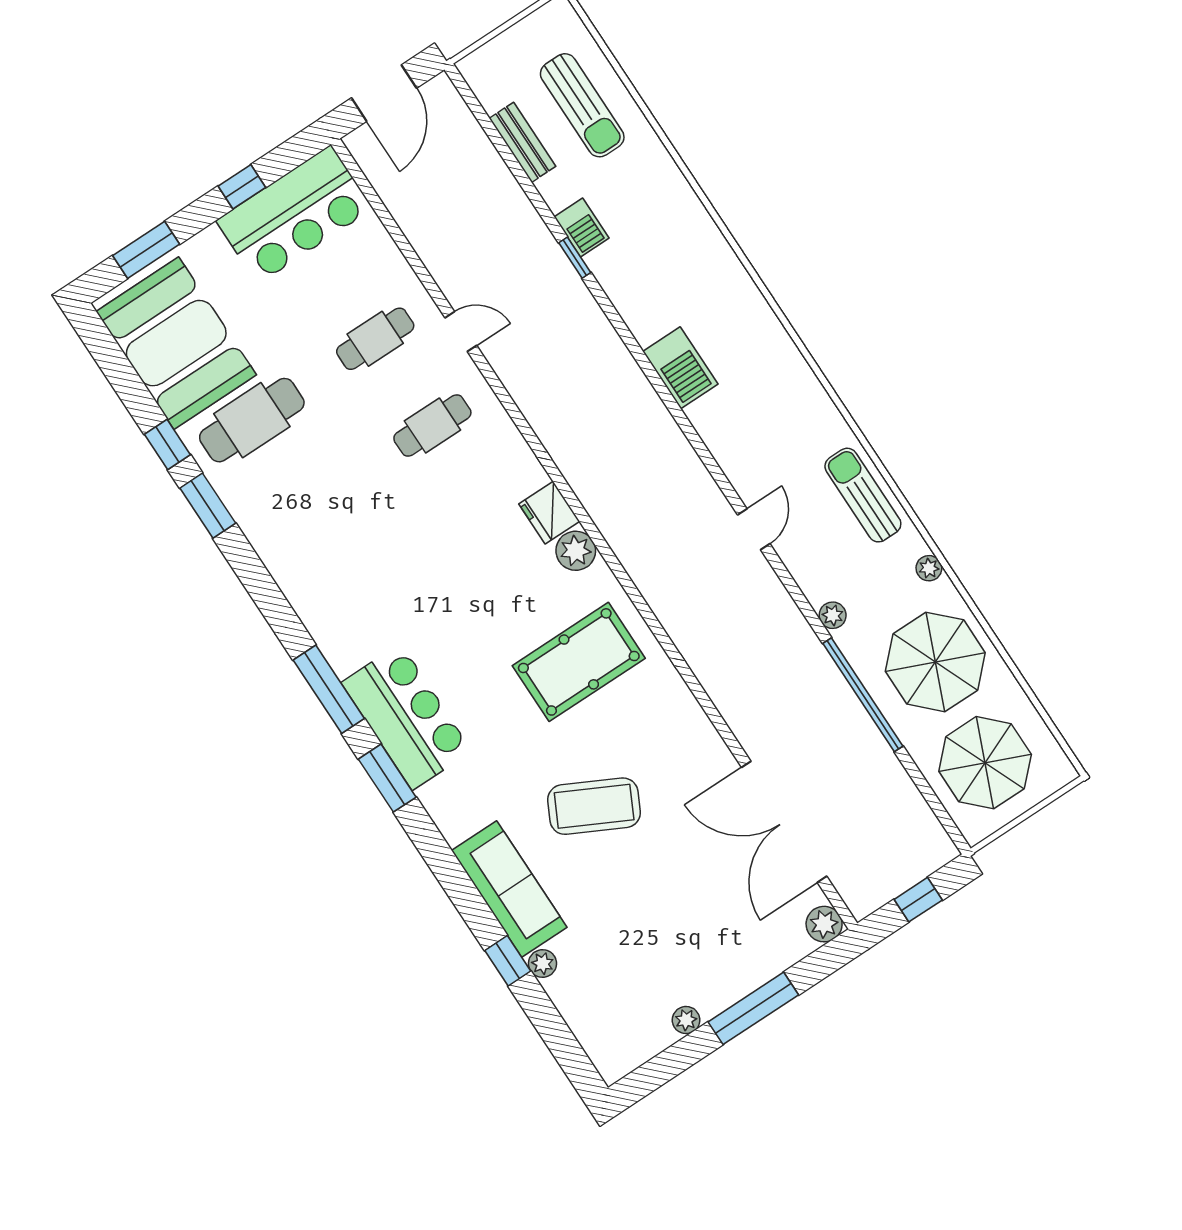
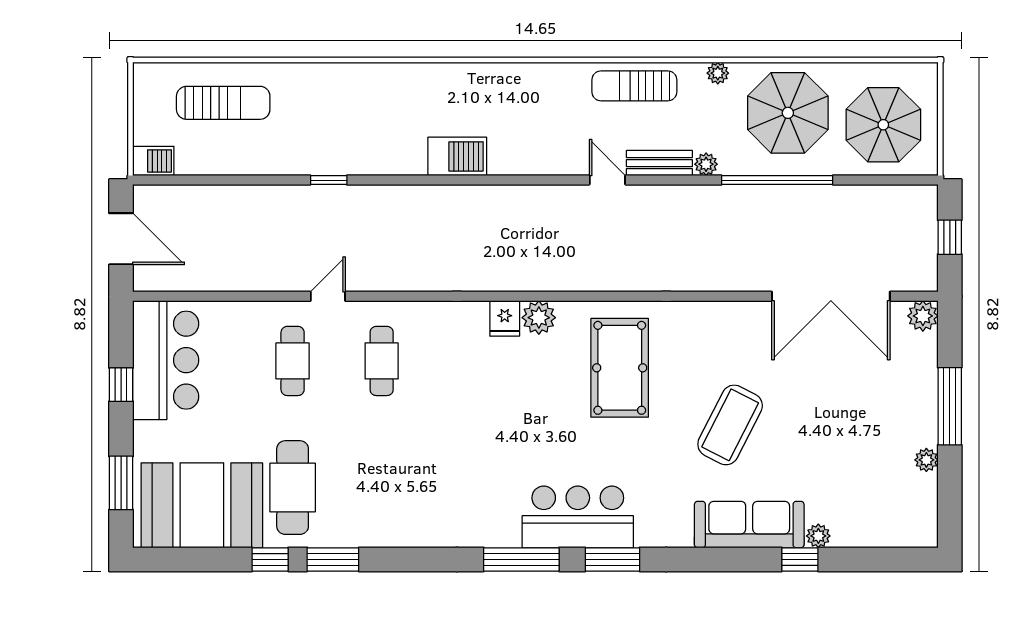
bench: (522, 142) -> (659, 163), moved
barbecue: (582, 228) -> (153, 161), moved
fridge: (549, 513) -> (505, 318), width x0.72

